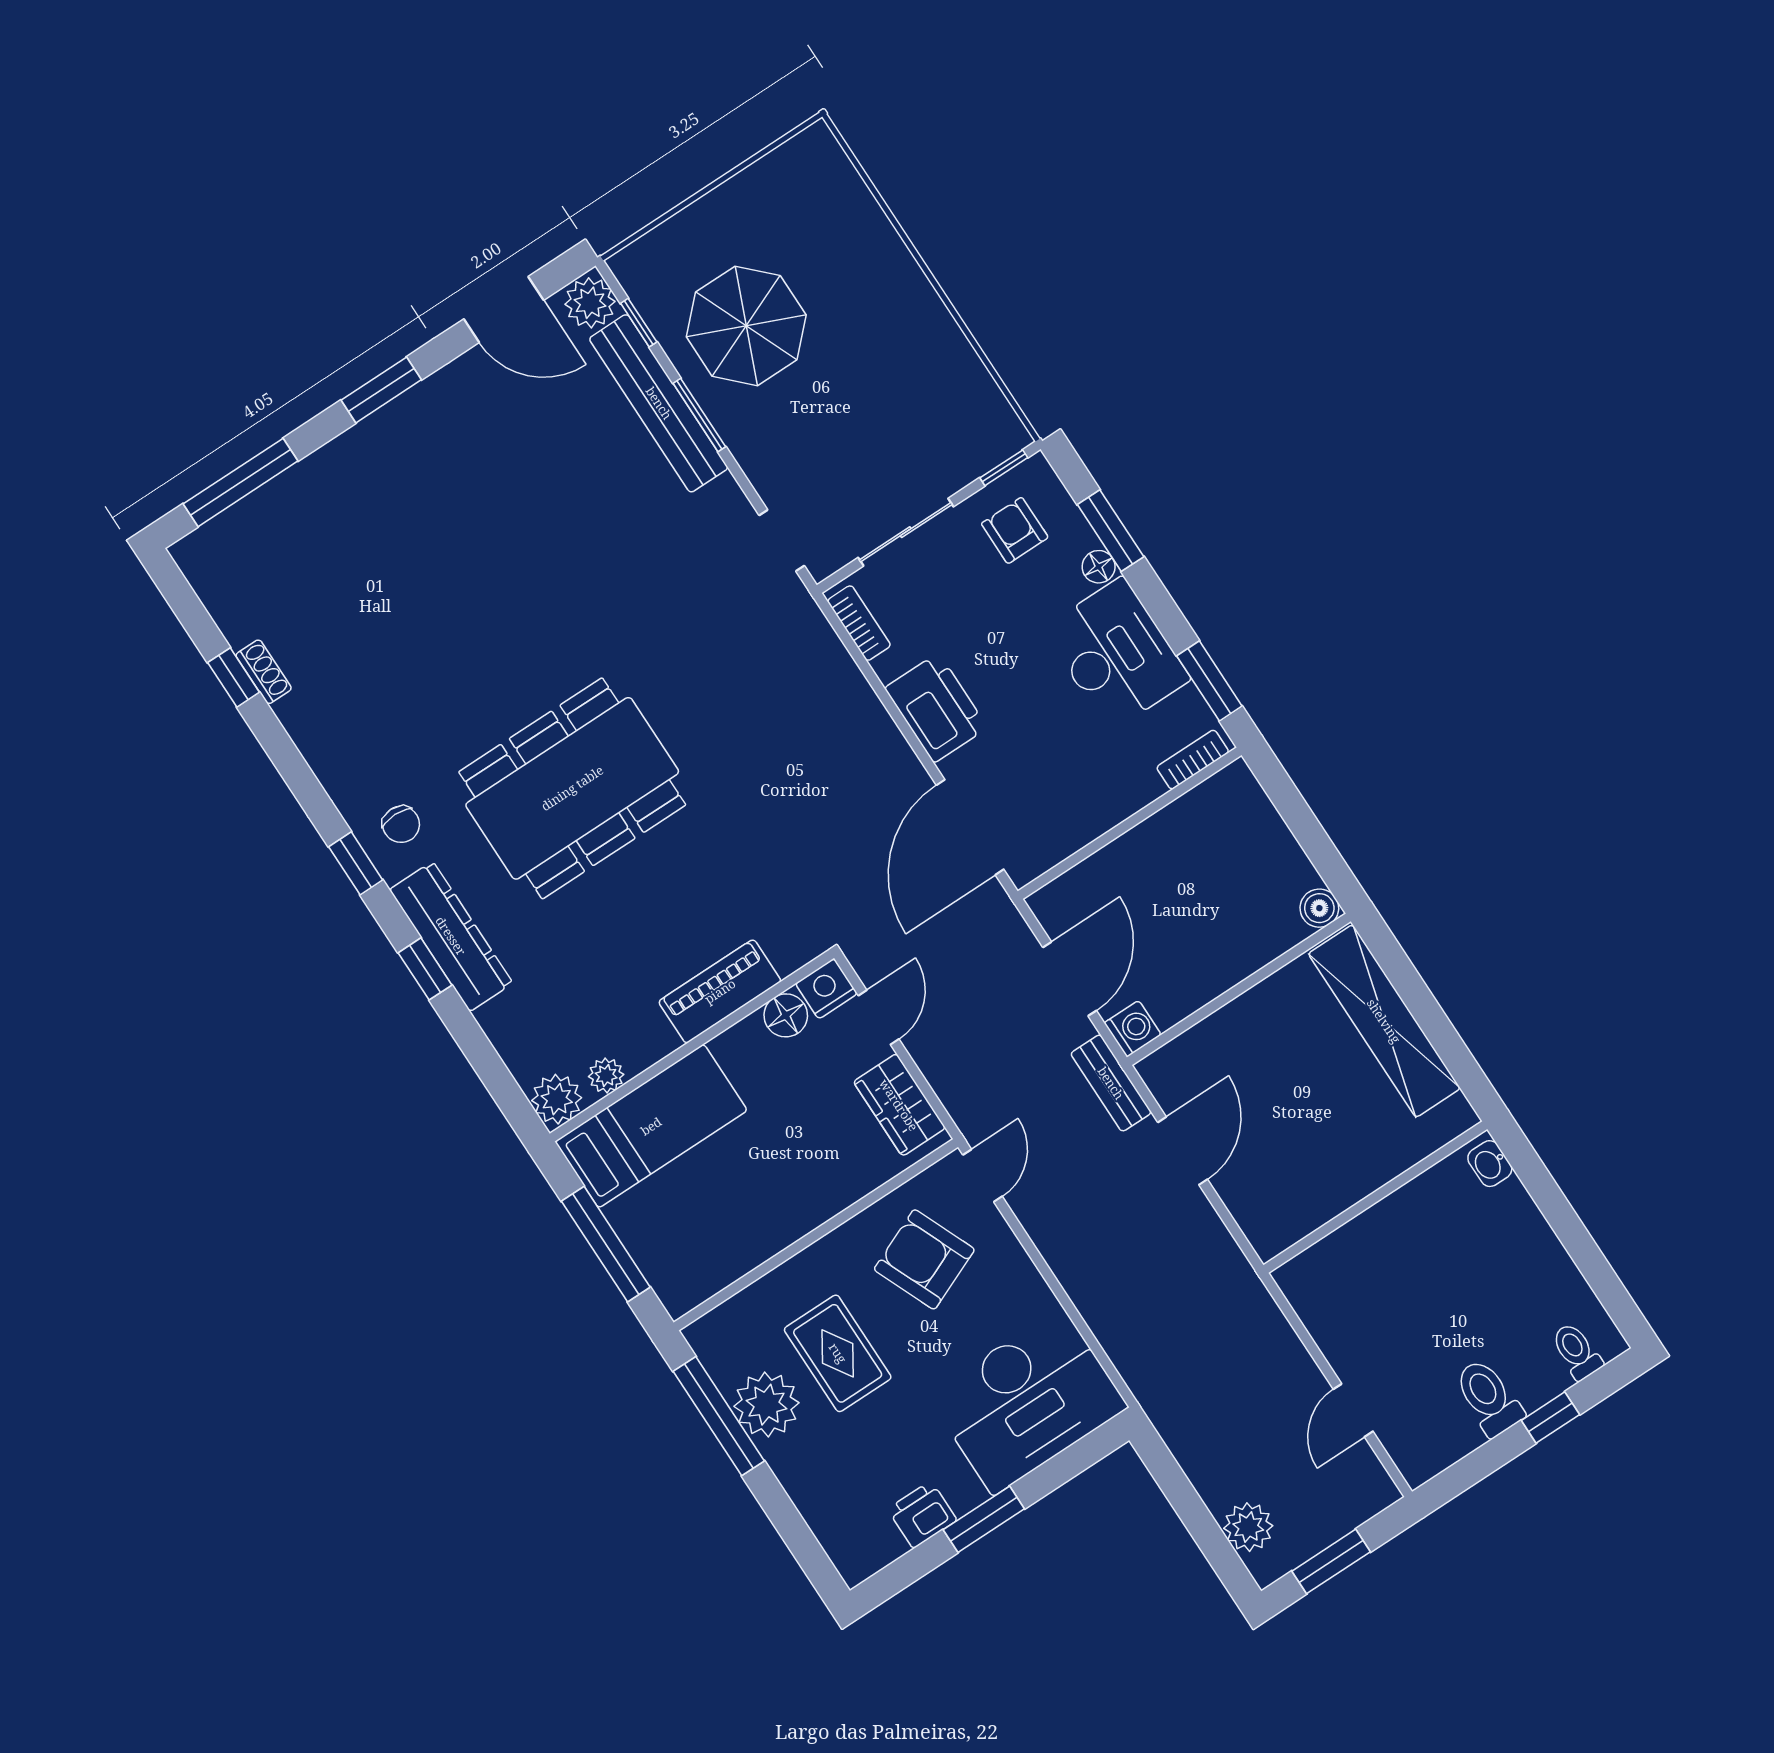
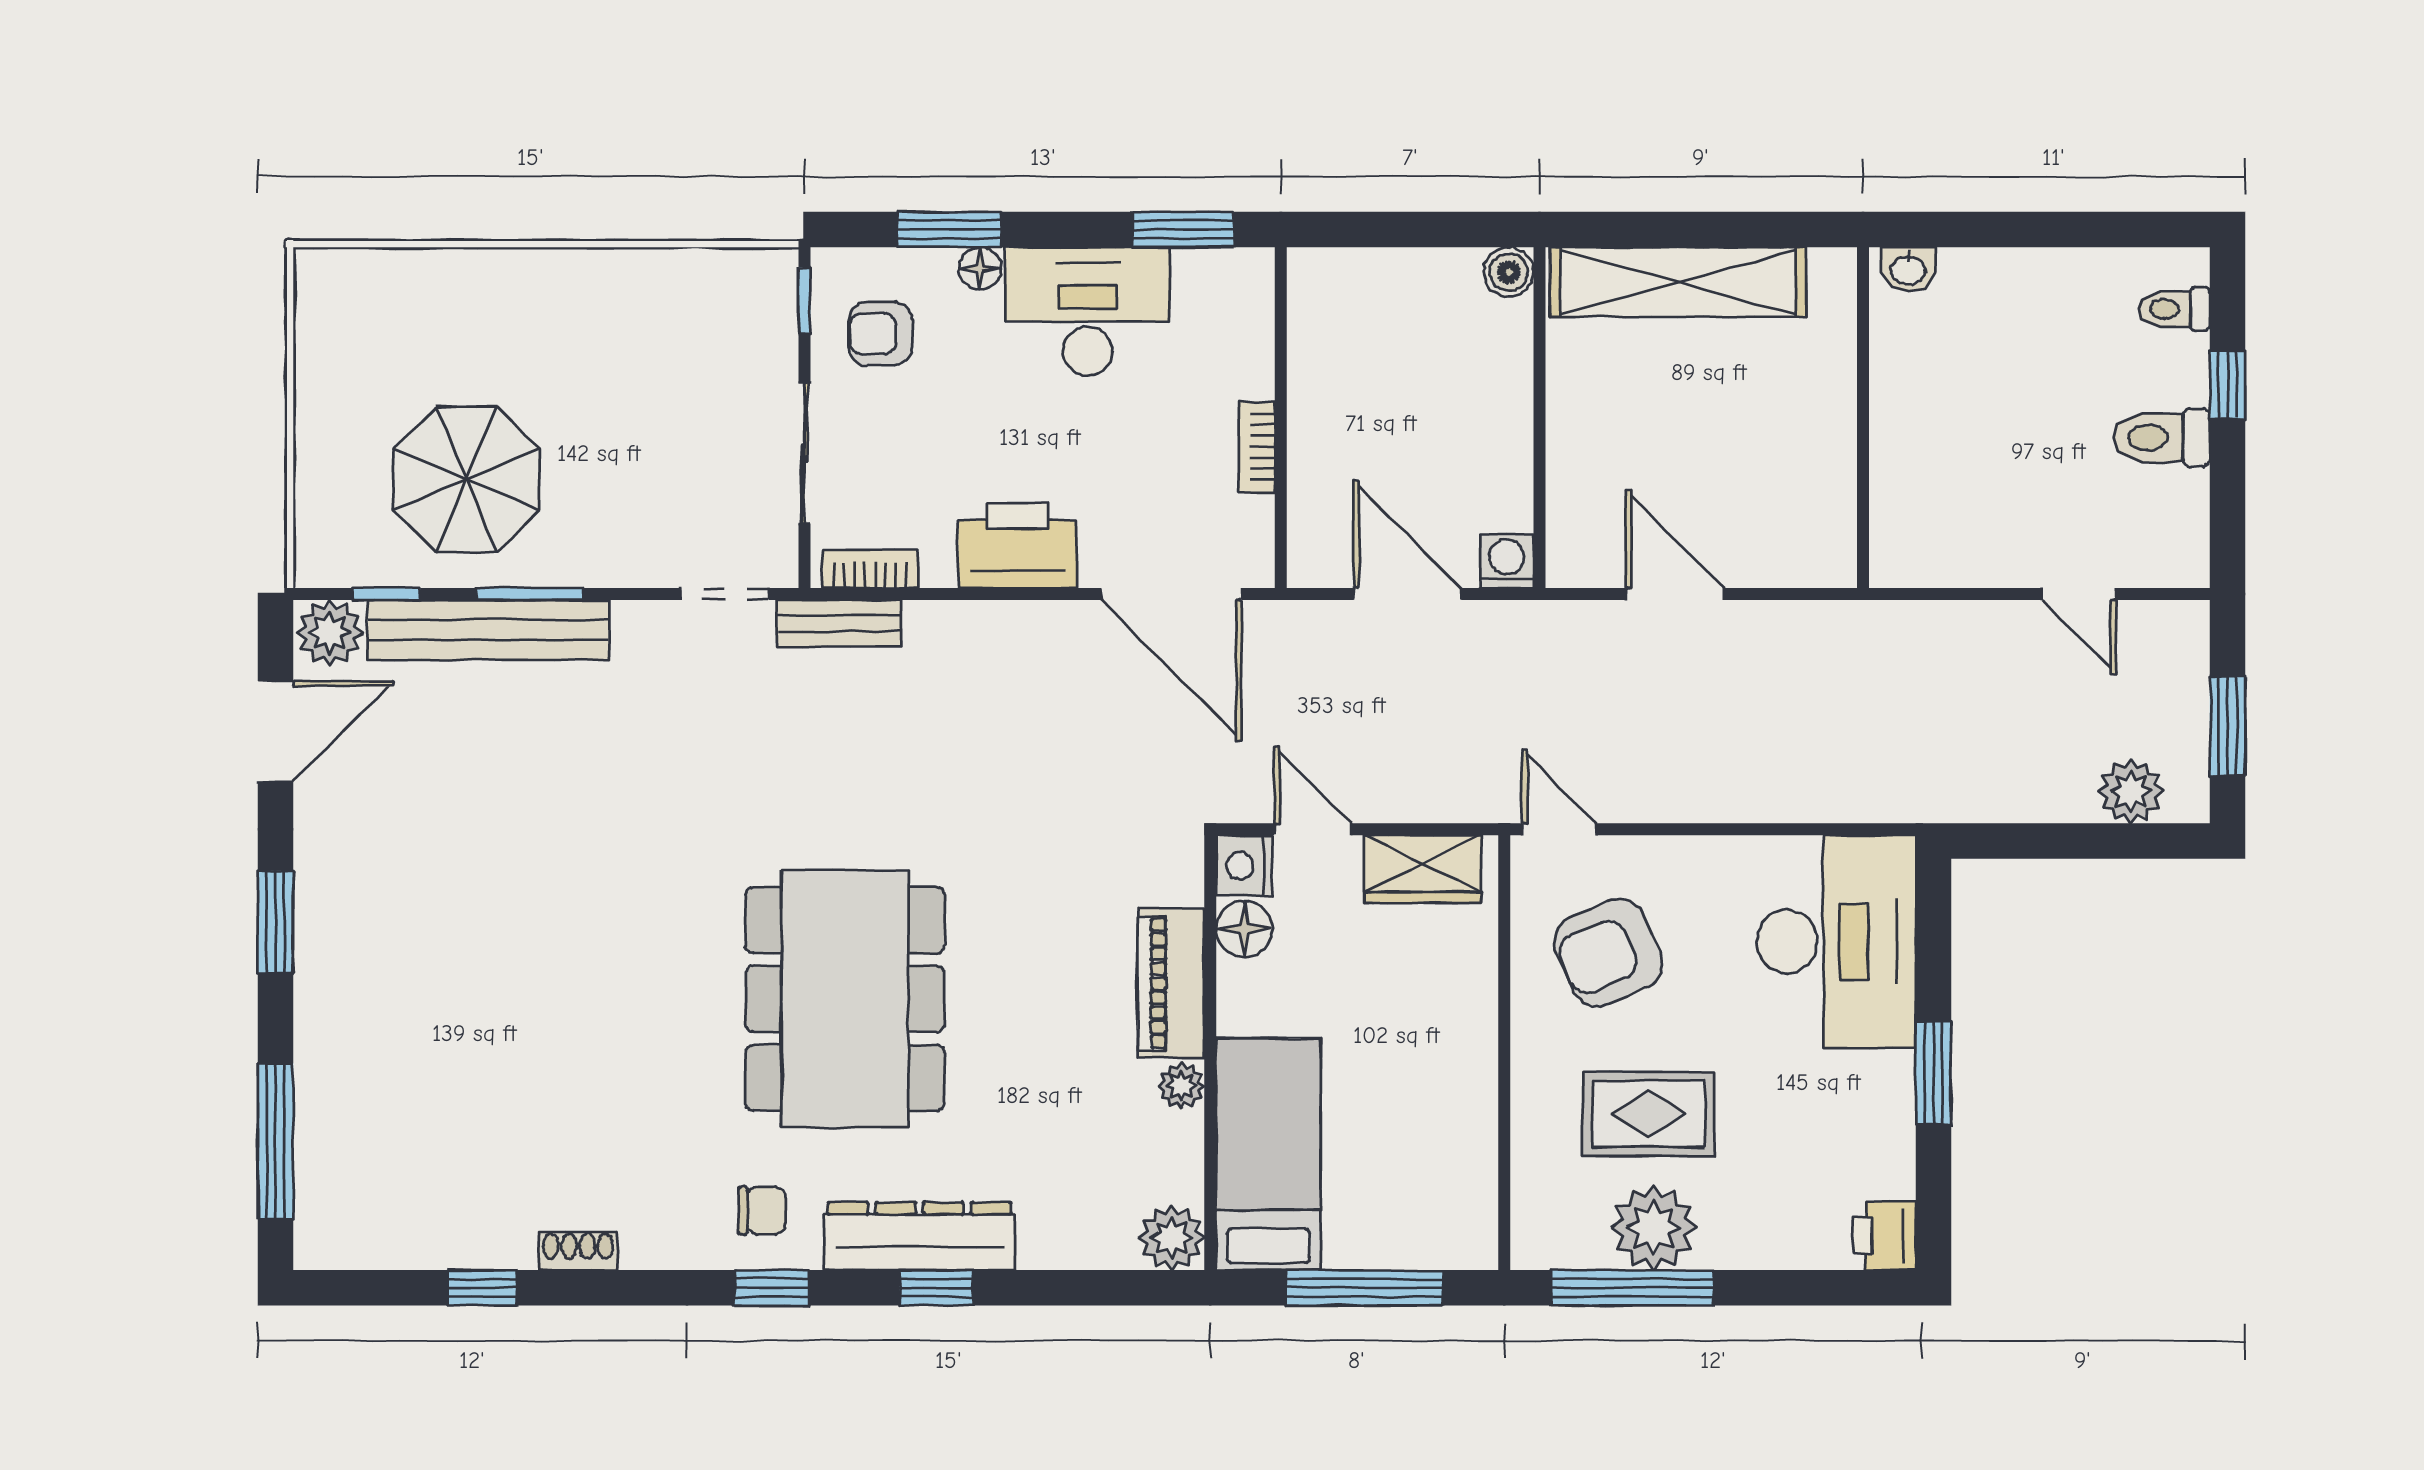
shoe rack: (264, 672) -> (578, 1251), moved
bookcase: (1193, 760) -> (1257, 447), moved
plant: (606, 1075) -> (1181, 1086), moved
bench: (1111, 1083) -> (839, 623), moved
printer: (922, 1515) -> (1884, 1236), moved

